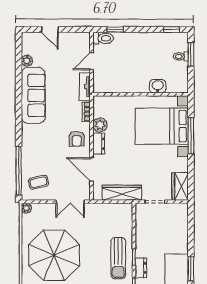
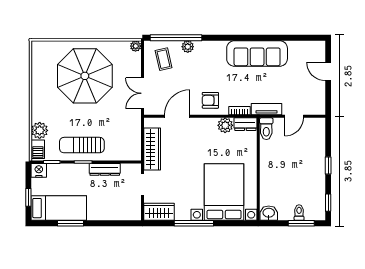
door: (50, 30) -> (328, 71), hinge flipped
window: (115, 30) -> (328, 165), moved
toilet: (103, 38) -> (266, 129), moved
plant: (27, 61) -> (188, 47), moved
door: (92, 61) -> (294, 116), swing flipped
washbasin: (158, 86) -> (269, 213), moved, turned -90
window: (191, 136) -> (194, 223), moved
dresser: (99, 144) -> (245, 124), moved
dresser: (141, 268) -> (105, 169), moved, width x1.44

